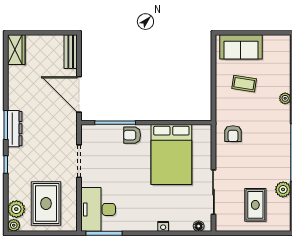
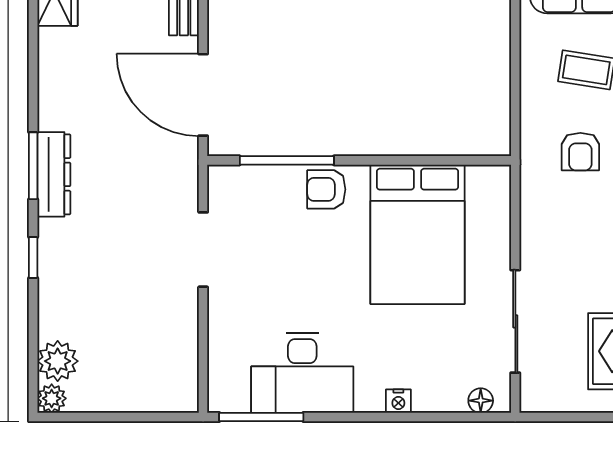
armchair: (233, 134) -> (580, 152), moved
rug: (46, 203) -> (127, 348), removed
desk: (98, 209) -> (302, 373), moved, turned -90

